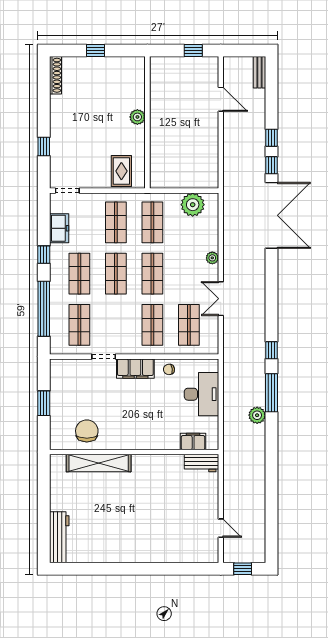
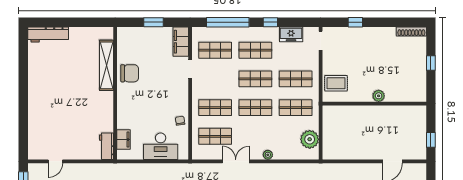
filing cabinet: (135, 369) -> (181, 42), moved
chair: (87, 431) -> (130, 73), moved

